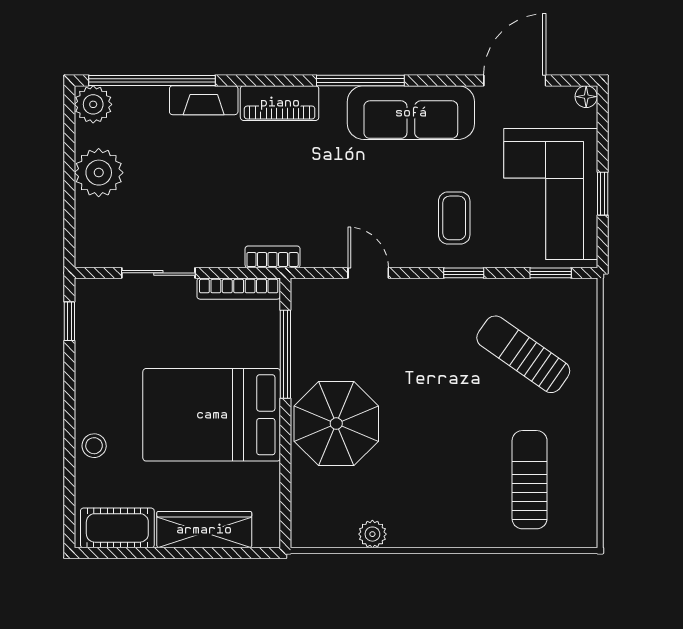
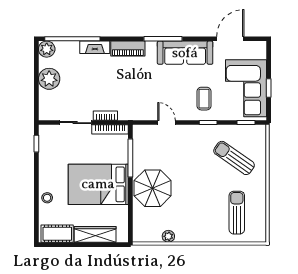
floor lamp: (586, 97) -> (261, 46), removed
bookcase: (273, 257) -> (105, 116), moved

